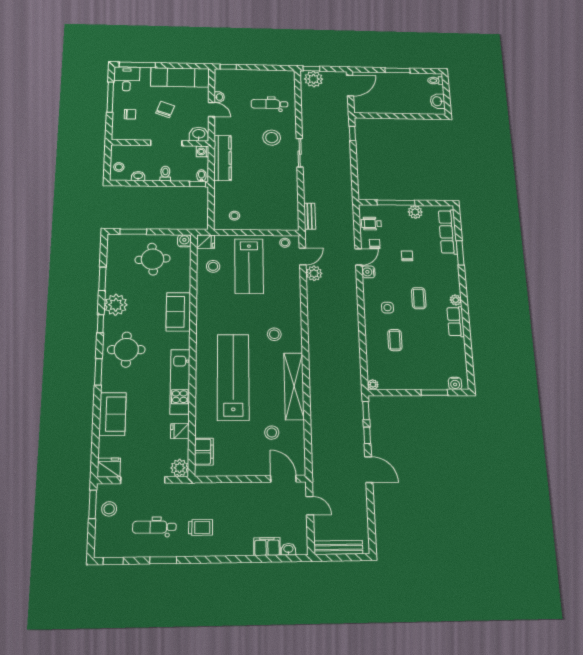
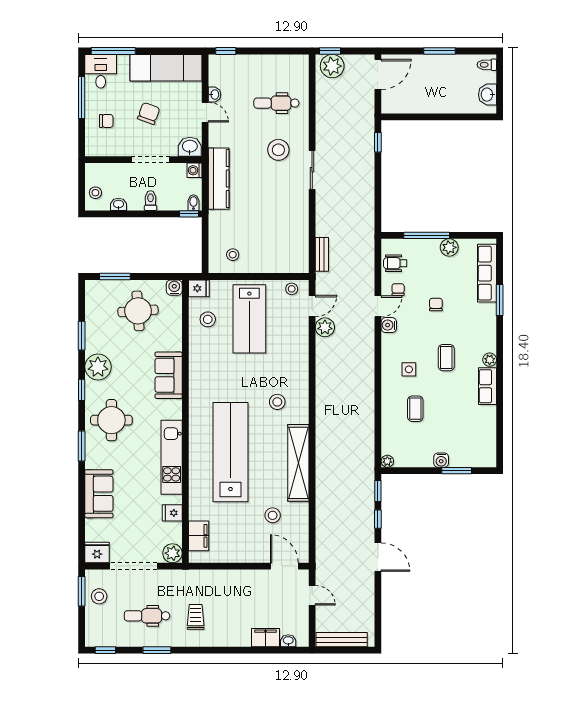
water cooler: (455, 383) -> (441, 460), moved
trolley: (201, 527) -> (196, 617), turned -90

